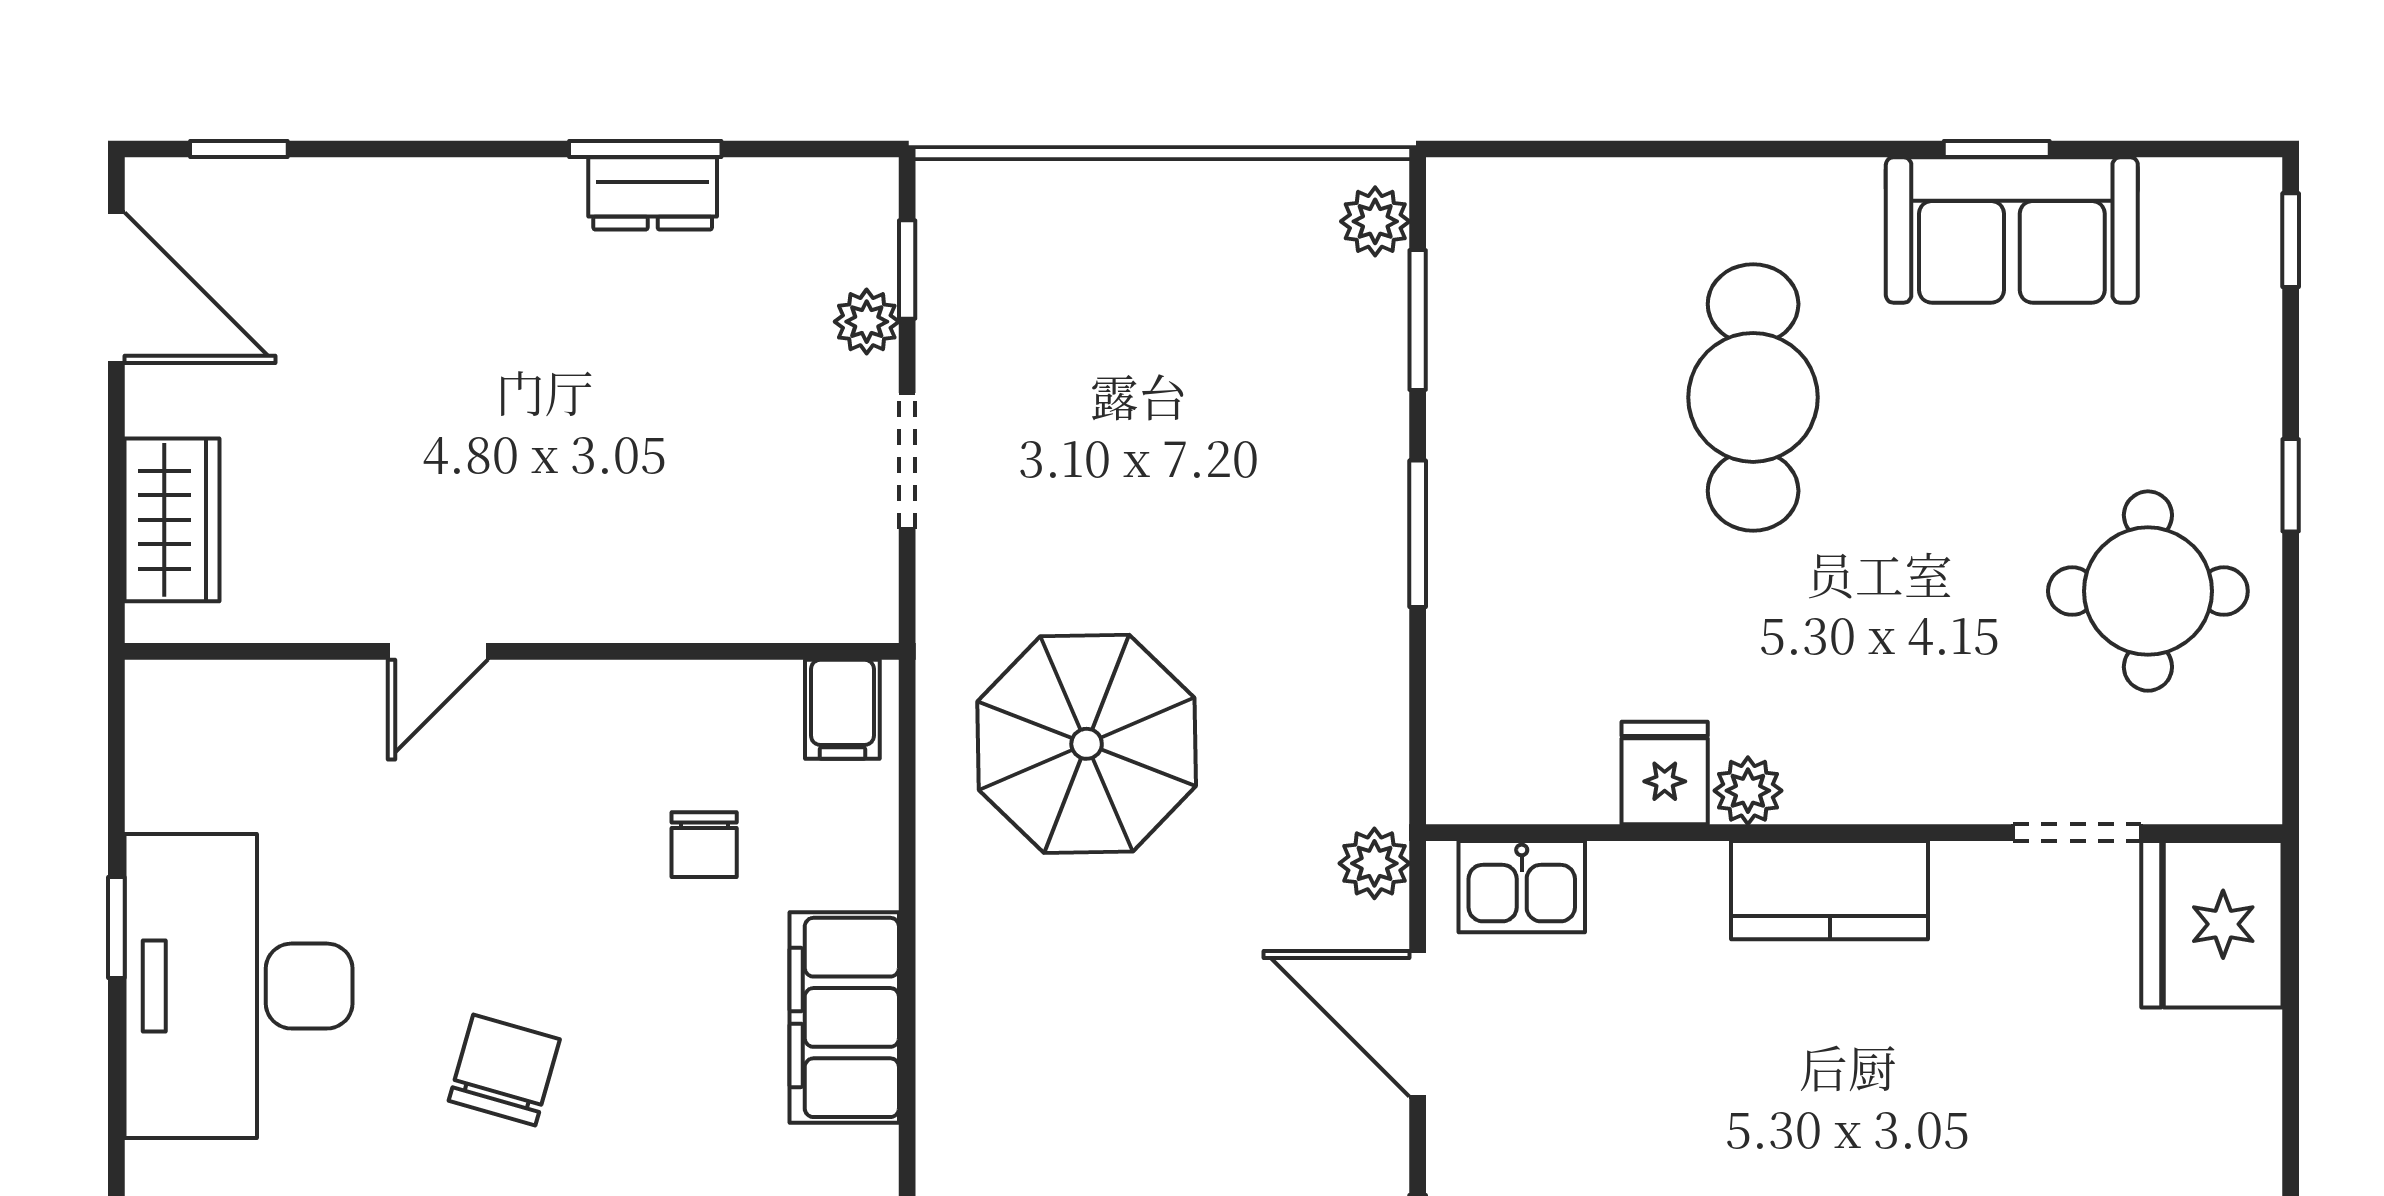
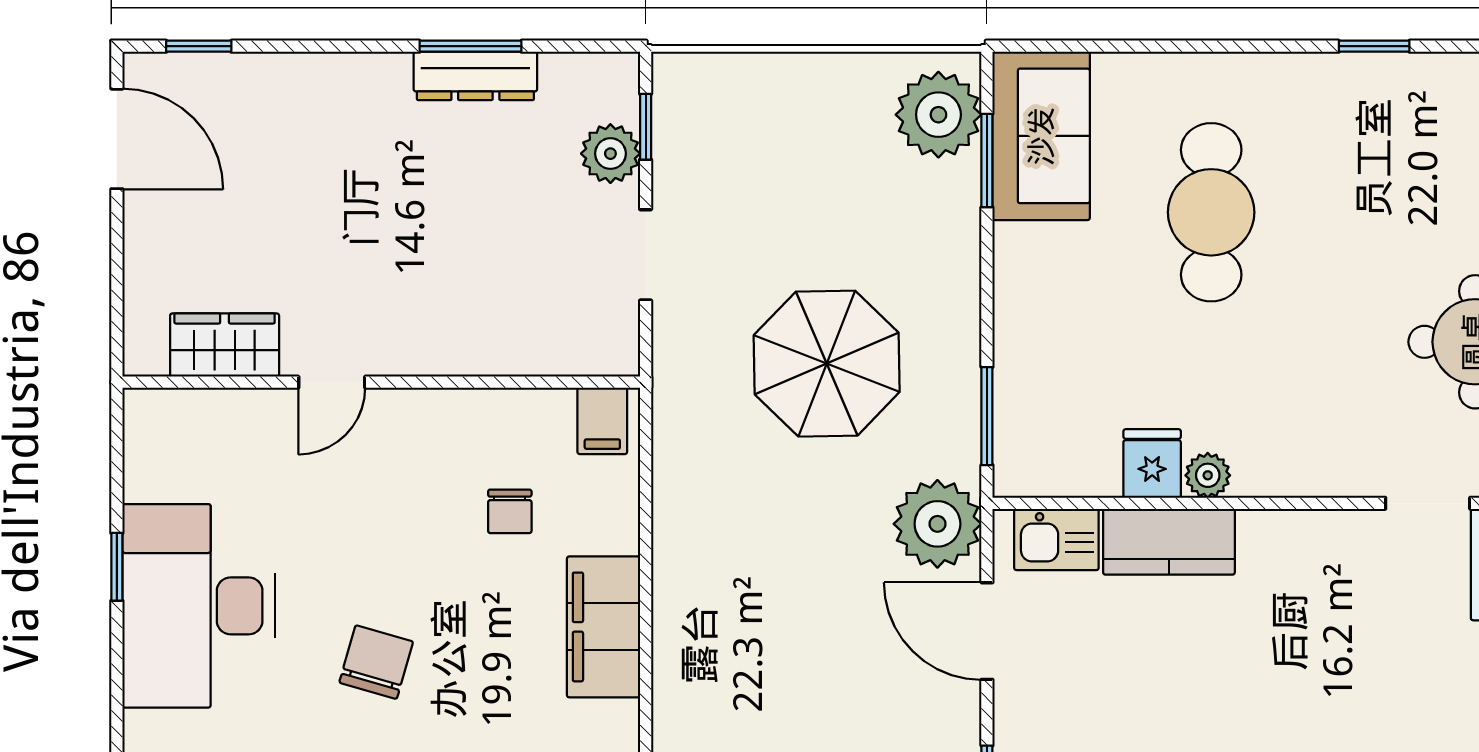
dresser: (653, 193) -> (475, 76), width x1.44
plant: (1375, 221) -> (938, 115), width x1.88, depth x1.88
sofa: (2012, 230) -> (1041, 136), moved, turned -90
plant: (867, 322) -> (610, 154), width x1.38, depth x1.38
wardrobe: (172, 520) -> (225, 345), moved, turned -90
window: (1418, 534) -> (987, 416), moved
parasol: (1087, 744) -> (827, 364), moved
plant: (1374, 863) -> (937, 524), width x1.88, depth x1.88
kitchen counter: (1830, 890) -> (1169, 542), moved

